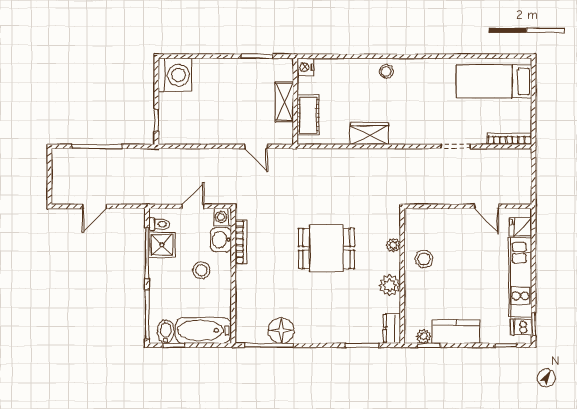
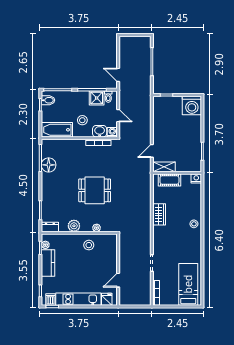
shelving: (284, 102) -> (164, 167), moved
door: (94, 206) -> (118, 75), moved
dining table: (326, 248) -> (95, 190), turned 90
bathtub: (203, 330) -> (57, 130), moved, turned -90

